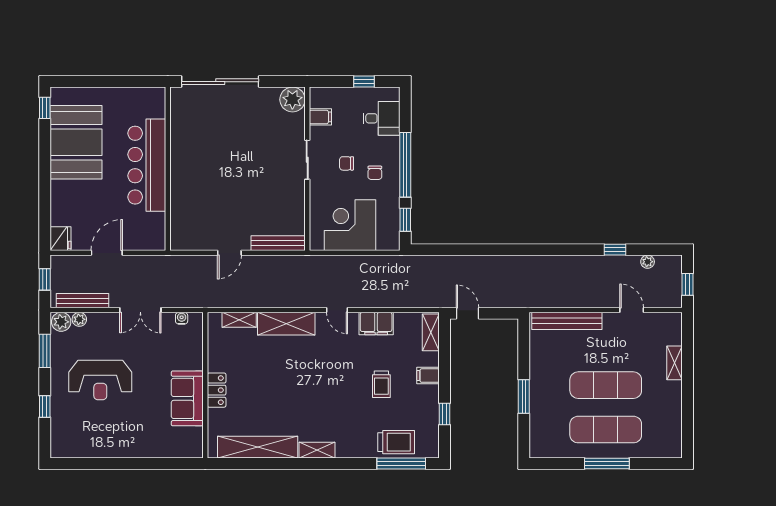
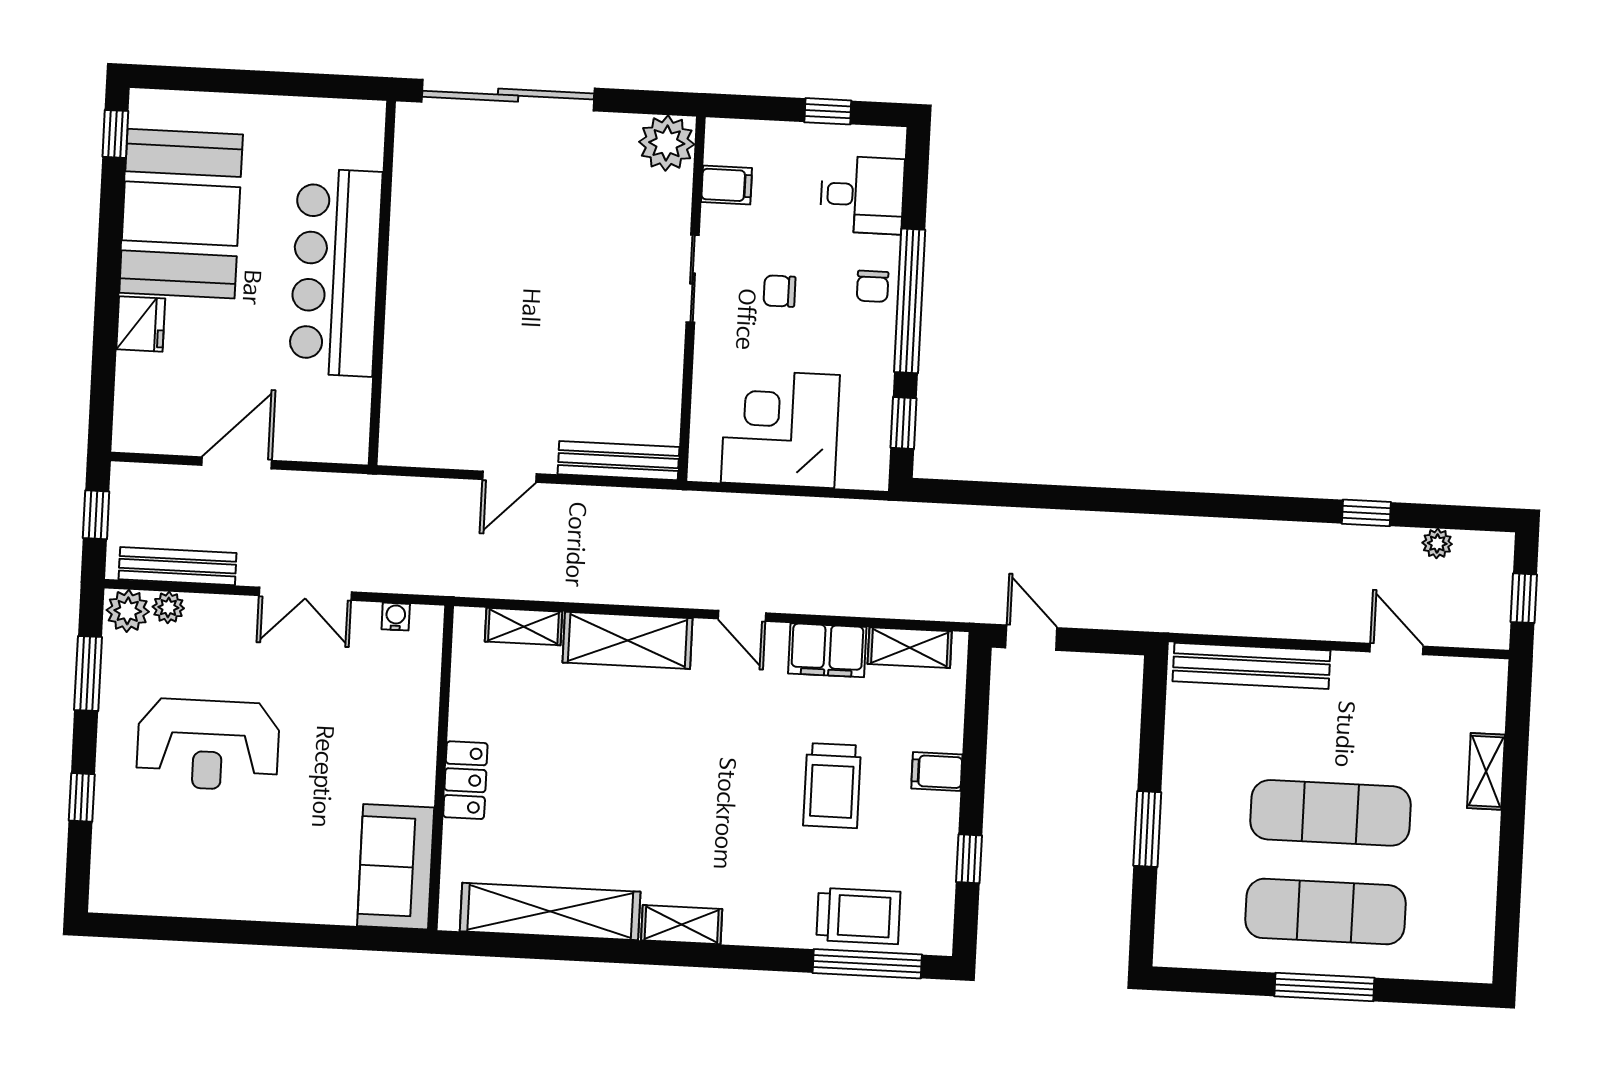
chair: (375, 173) -> (873, 286), moved
fridge: (60, 239) -> (141, 324), moved
shelving: (431, 332) -> (910, 648), moved, turned 90
trolley: (381, 384) -> (832, 786), width x1.36, depth x1.39
sofa: (187, 398) -> (396, 867), moved

